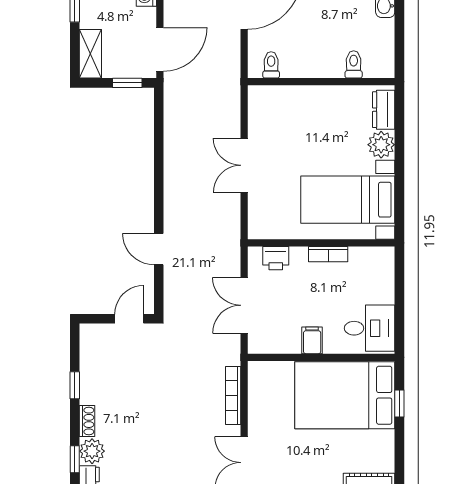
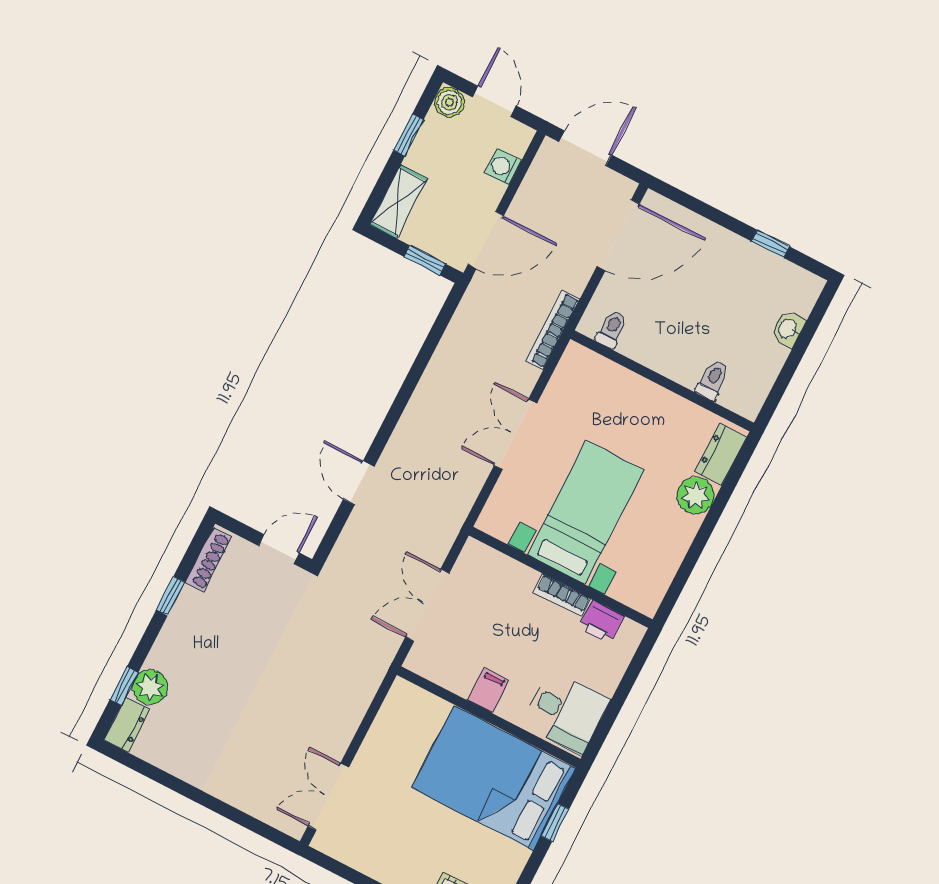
bed with nightstands: (348, 200) -> (586, 512), moved, turned 90
printer: (276, 258) -> (601, 622), moved
bookcase: (233, 396) -> (553, 330), moved
shoe rack: (87, 421) -> (208, 560), moved, width x1.43

